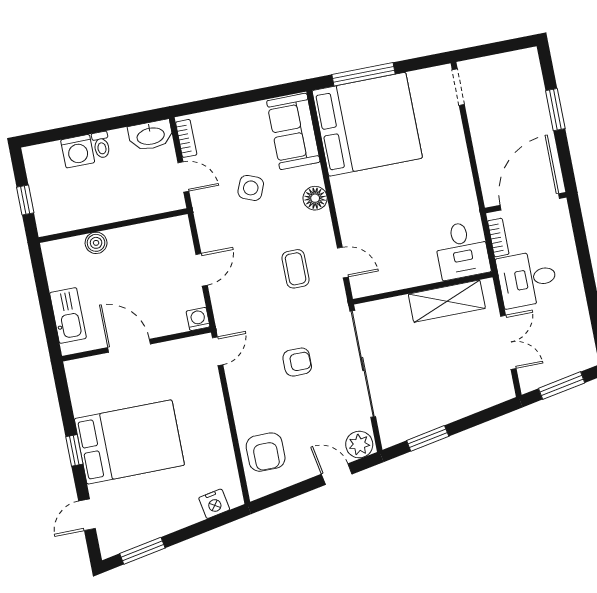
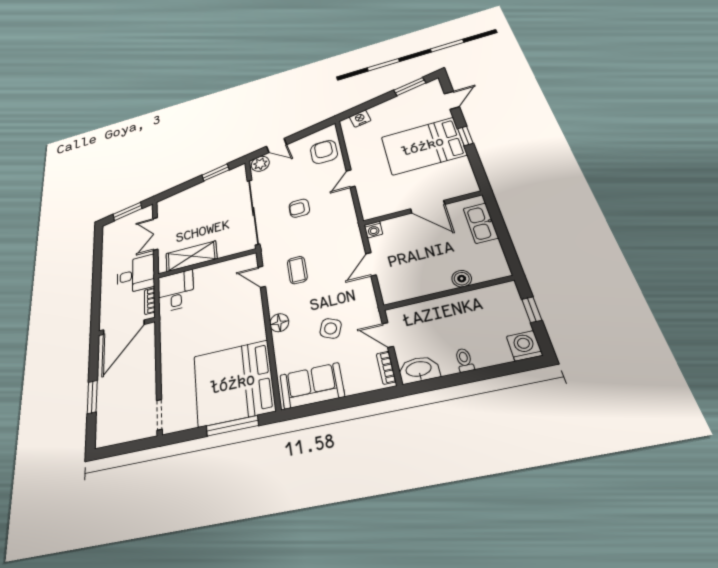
sofa: (293, 131) -> (312, 386), moved, turned -90
washing machine: (78, 151) -> (524, 346), moved
door: (218, 351) -> (351, 179), moved

